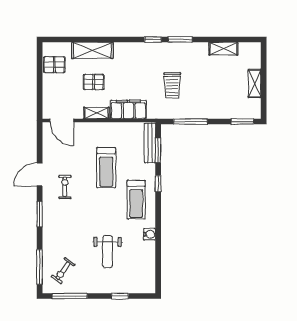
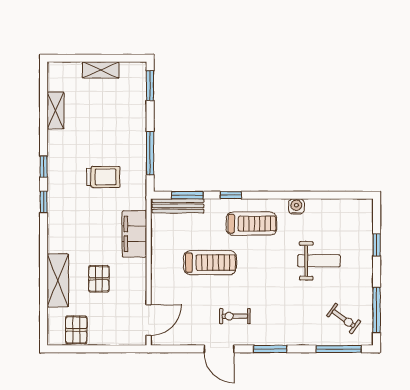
window: (180, 39) -> (44, 167), width x0.67
shelving: (96, 113) -> (139, 275), removed

